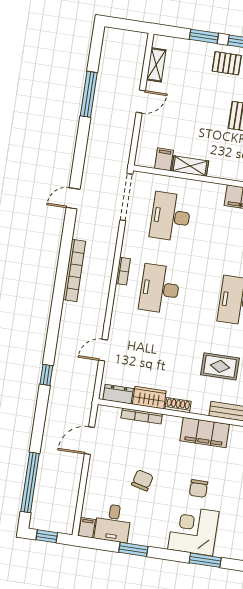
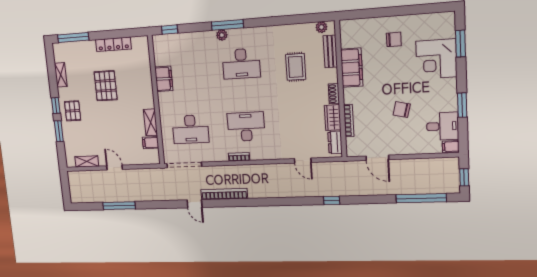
bookcase: (74, 270) -> (224, 194), moved
desk: (160, 289) -> (246, 127), turned 180
chair: (198, 488) -> (394, 39), moved

